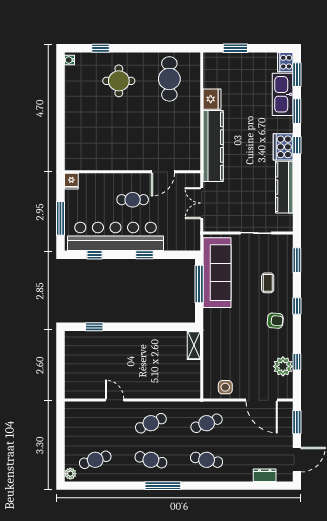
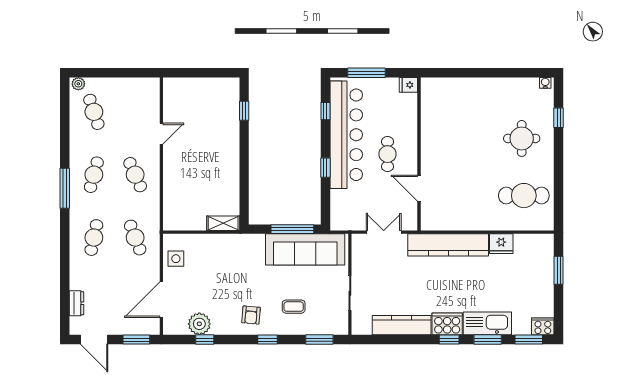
kitchen sink: (283, 94) -> (487, 323), moved

